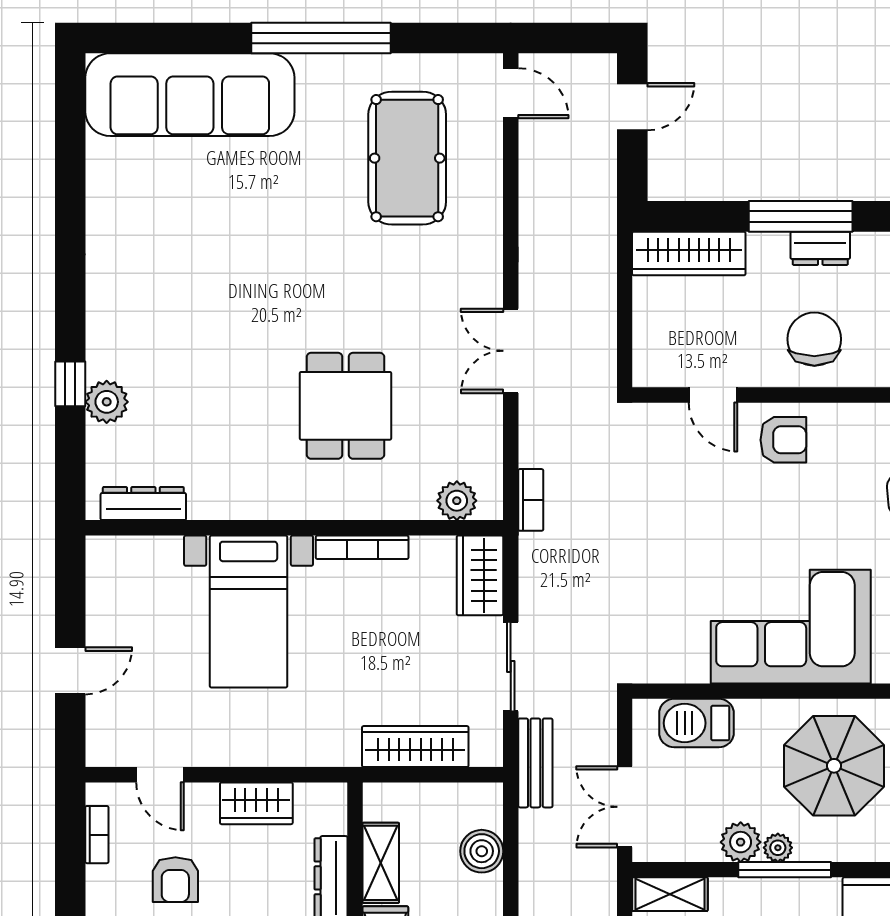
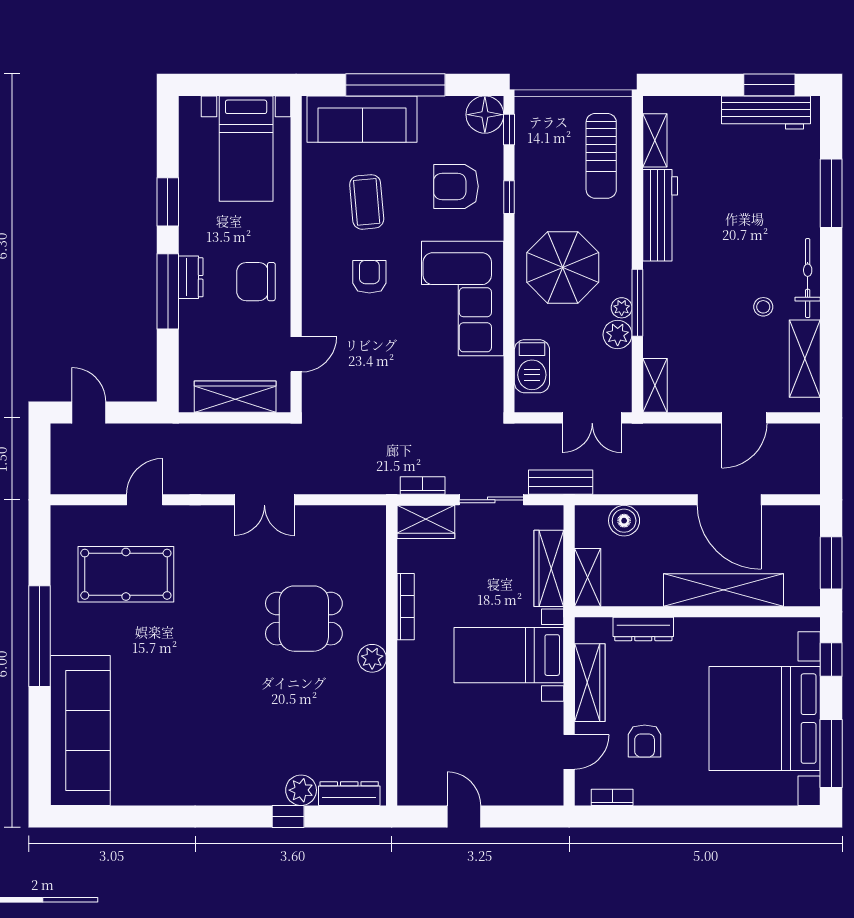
door: (511, 93) -> (145, 500), moved
wardrobe: (689, 254) -> (235, 397), moved, turned -90
armchair: (783, 440) -> (369, 277), moved
bookcase: (531, 500) -> (423, 485), moved
plant: (457, 501) -> (372, 658), moved
dresser: (143, 504) -> (349, 794), moved, turned 90
bed with nightstands: (249, 612) -> (509, 655), moved, turned 180
door: (70, 671) -> (464, 816), moved
wardrobe: (256, 803) -> (590, 683), width x1.50
shelving: (381, 863) -> (588, 577), moved, turned 90
armchair: (175, 880) -> (645, 741), turned 90

